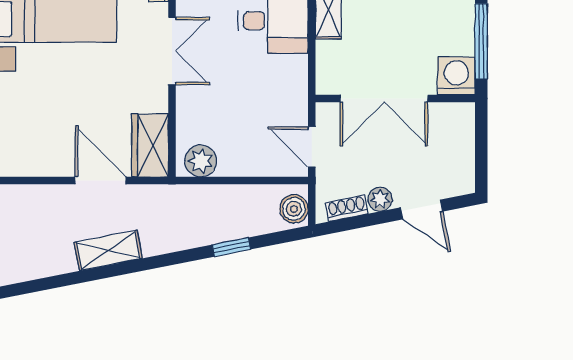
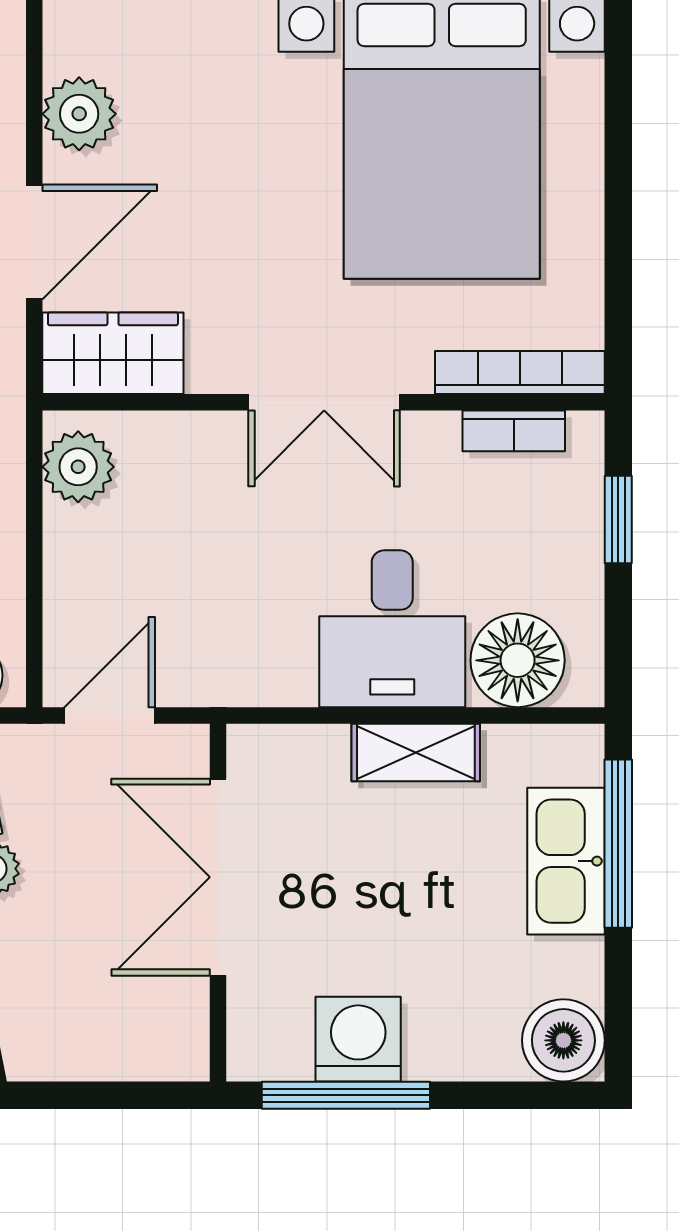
washing machine: (456, 76) -> (358, 1039), moved, turned -90
plant: (43, 160) -> (79, 114), added

